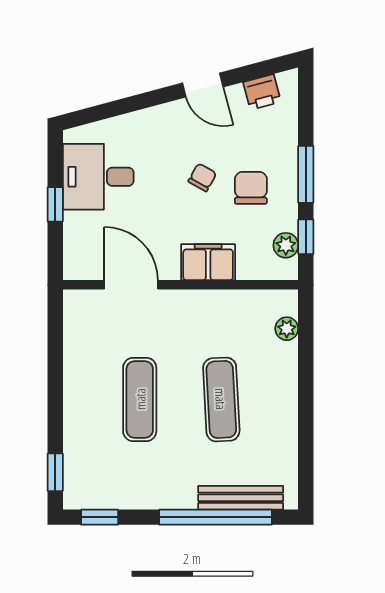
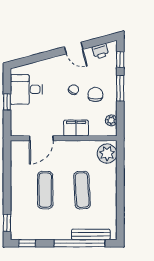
window: (306, 237) -> (120, 59), moved
door: (131, 285) -> (41, 138), swing flipped
plant: (287, 329) -> (107, 154), width x1.87, depth x1.87

